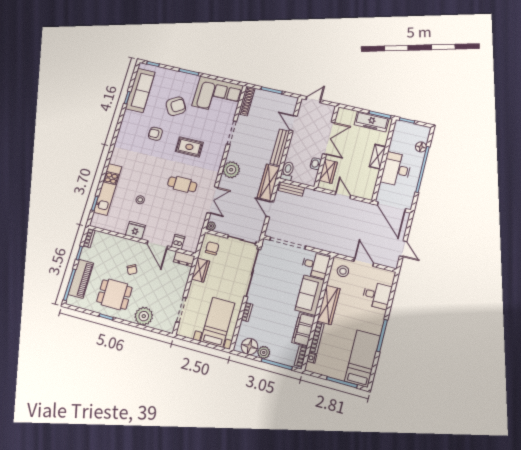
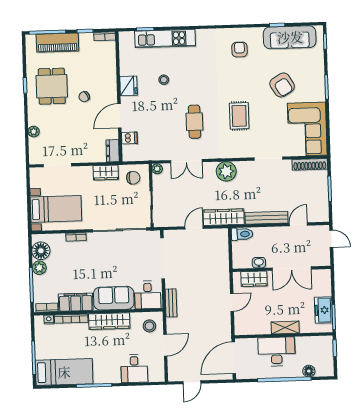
freezer: (372, 121) -> (323, 310), width x0.71
armchair: (155, 134) -> (240, 50), moved
bench: (291, 189) -> (171, 303), moved
plant: (144, 316) -> (34, 132), width x0.53, depth x0.53

